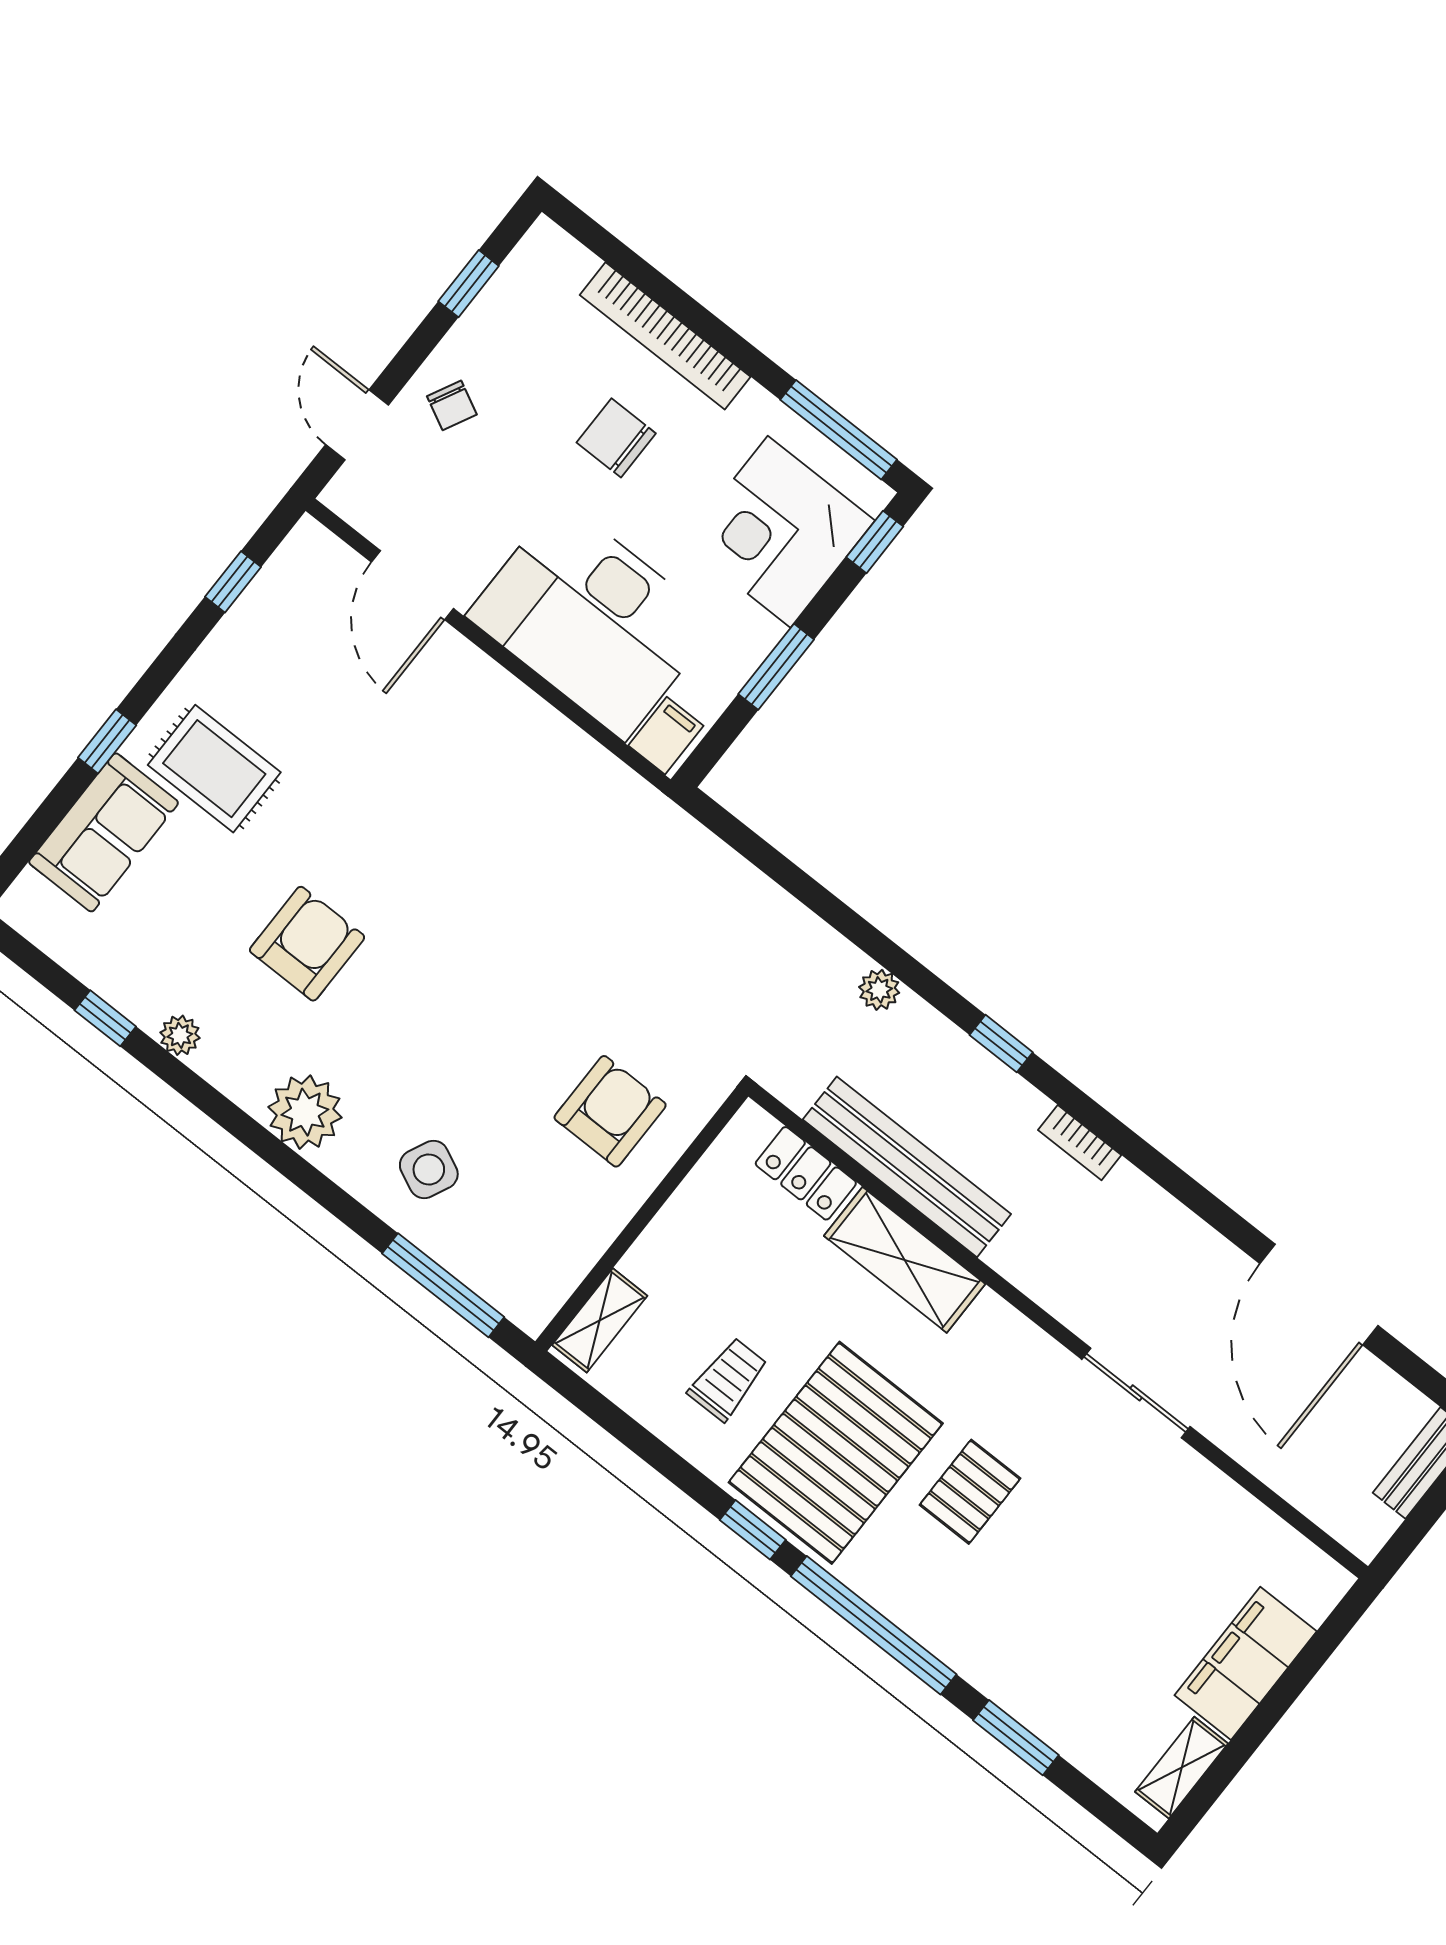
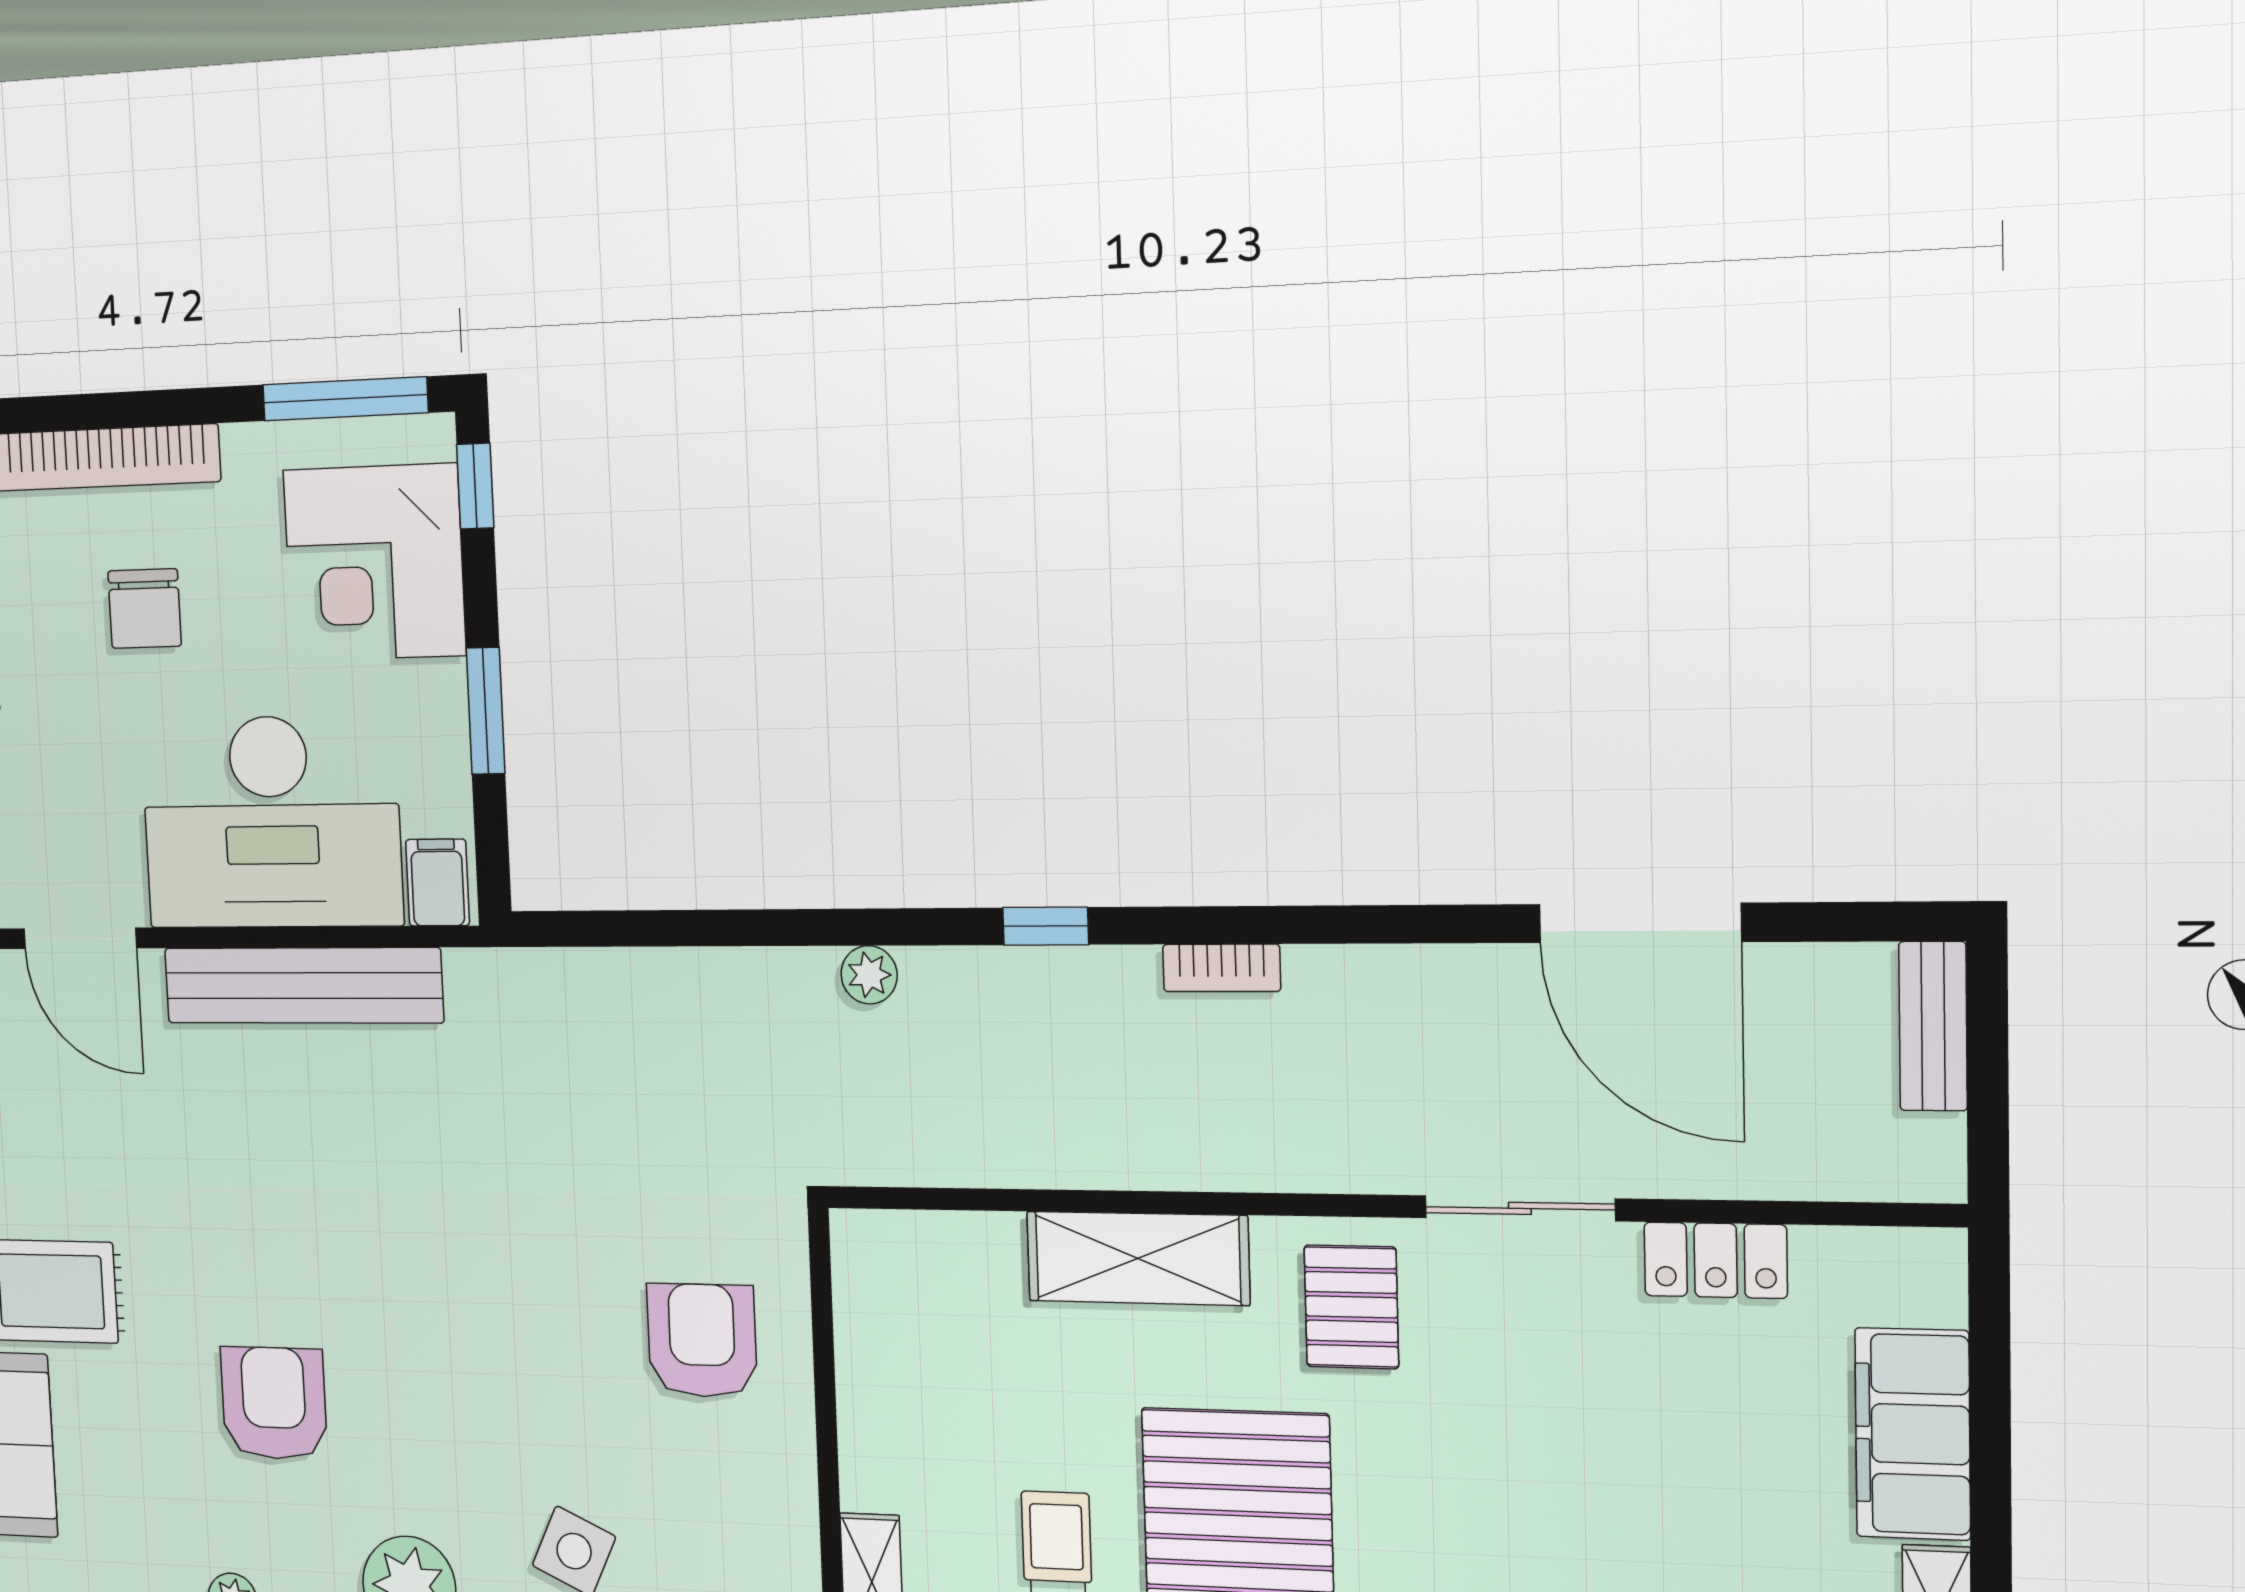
chair: (616, 438) -> (145, 609), turned -90
bench: (907, 1167) -> (303, 985), moved
locker: (806, 1173) -> (1716, 1260), moved
pallet: (970, 1492) -> (1351, 1307), moved

